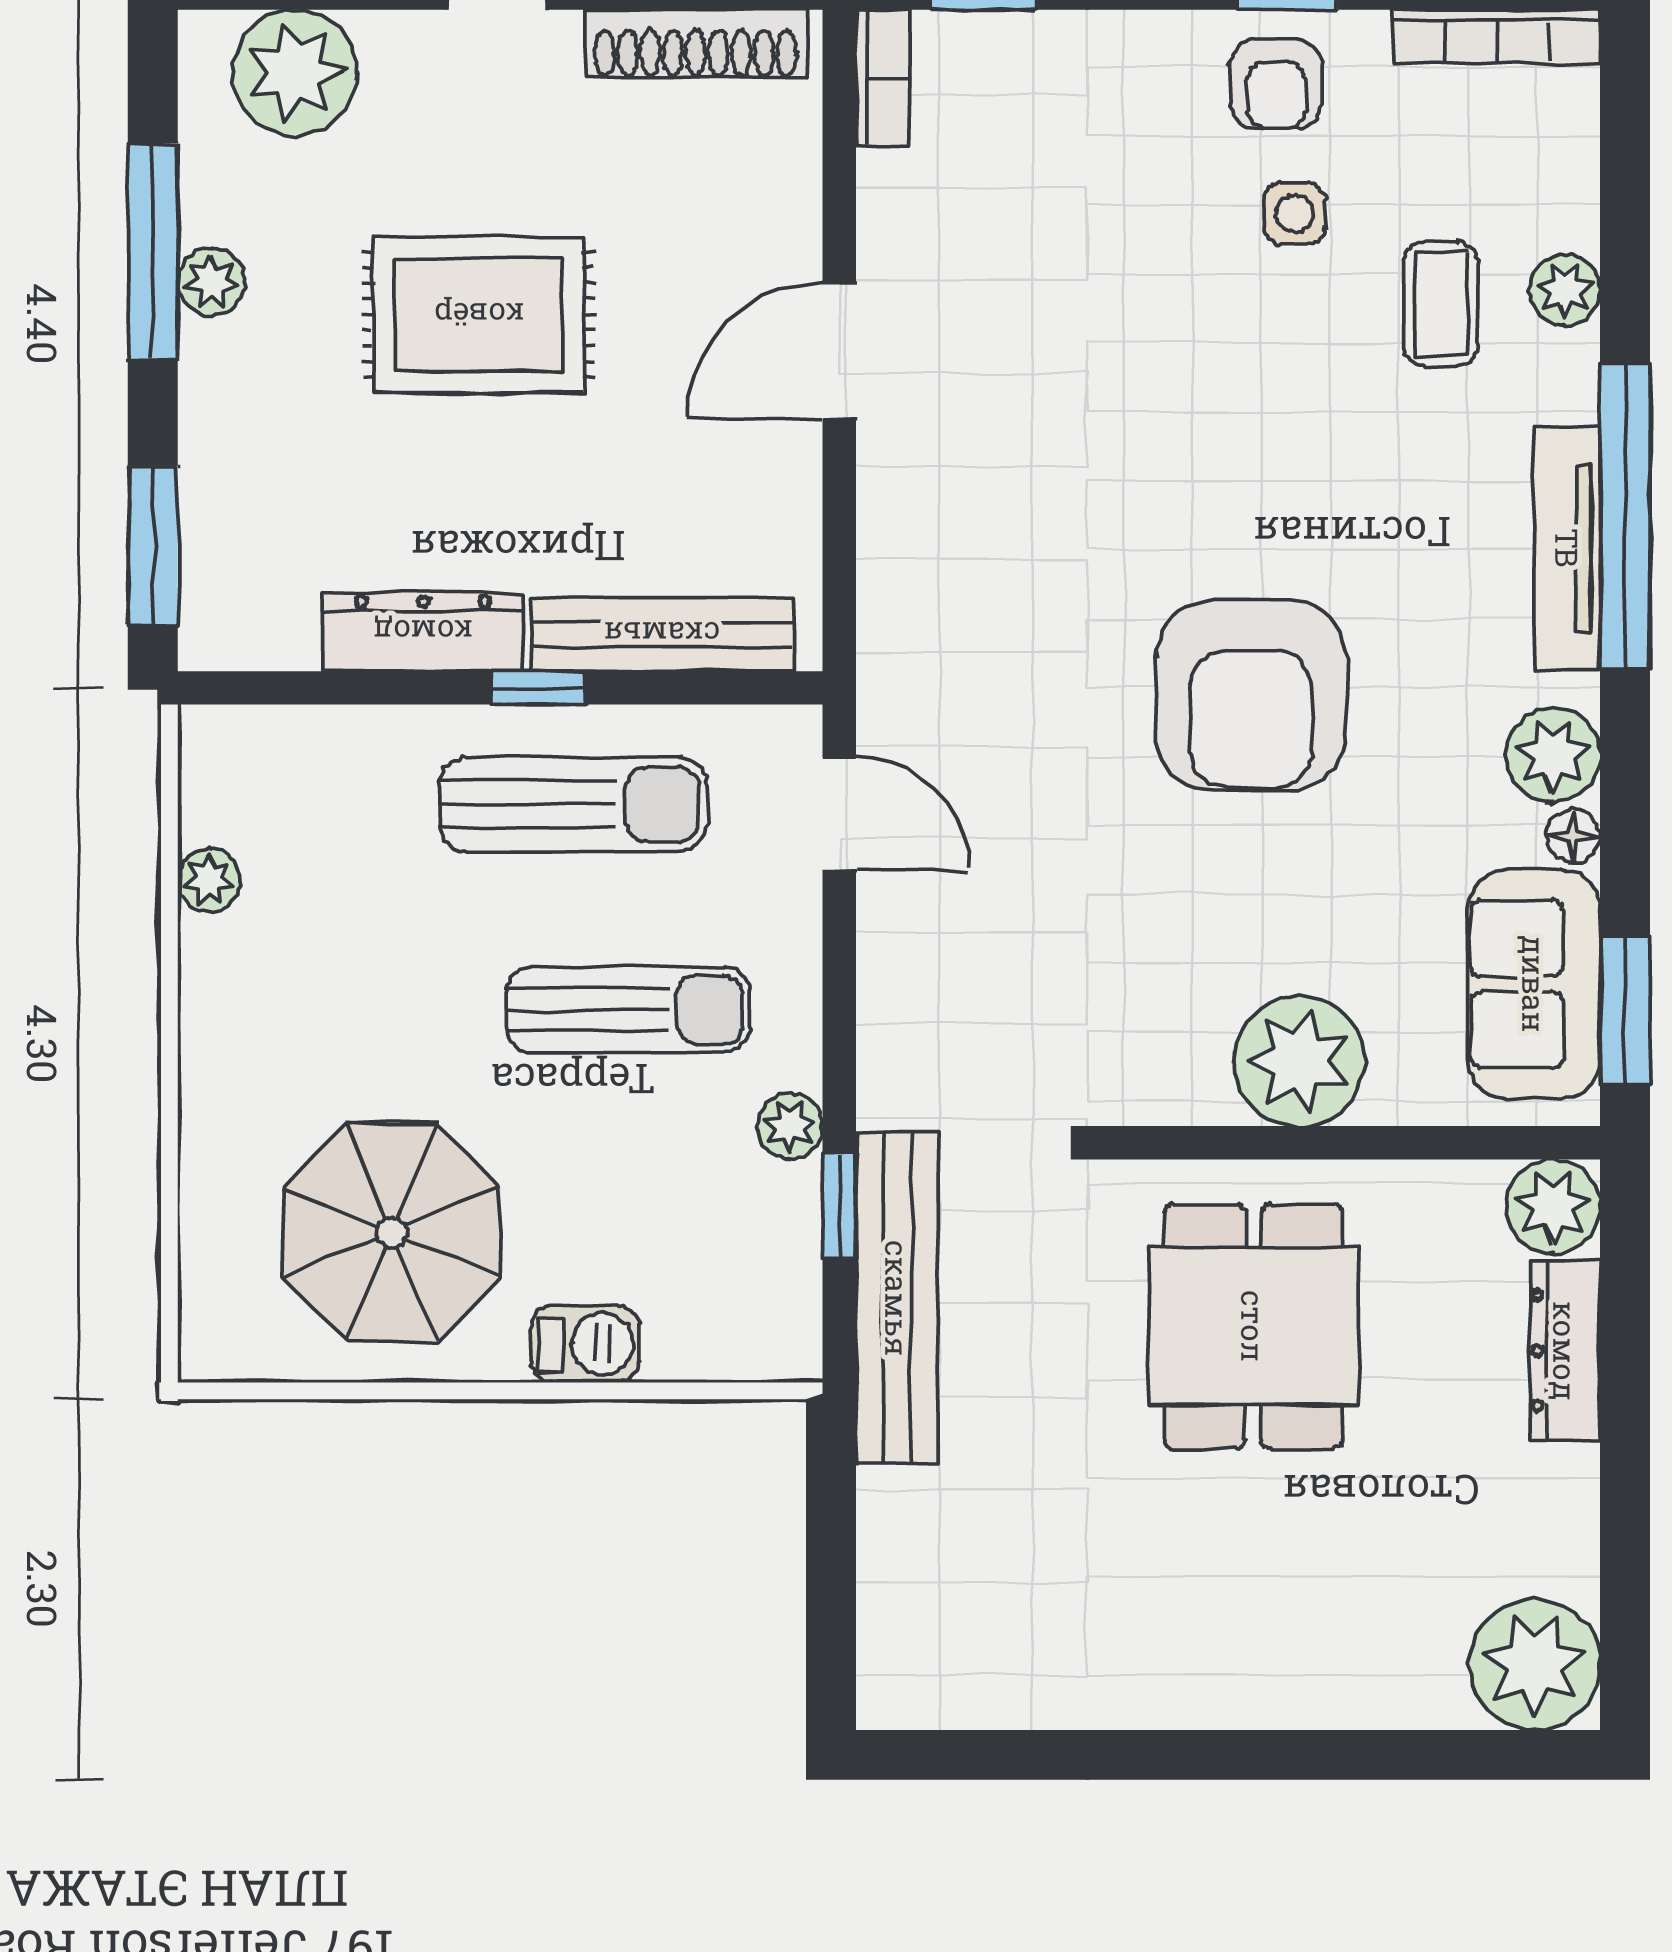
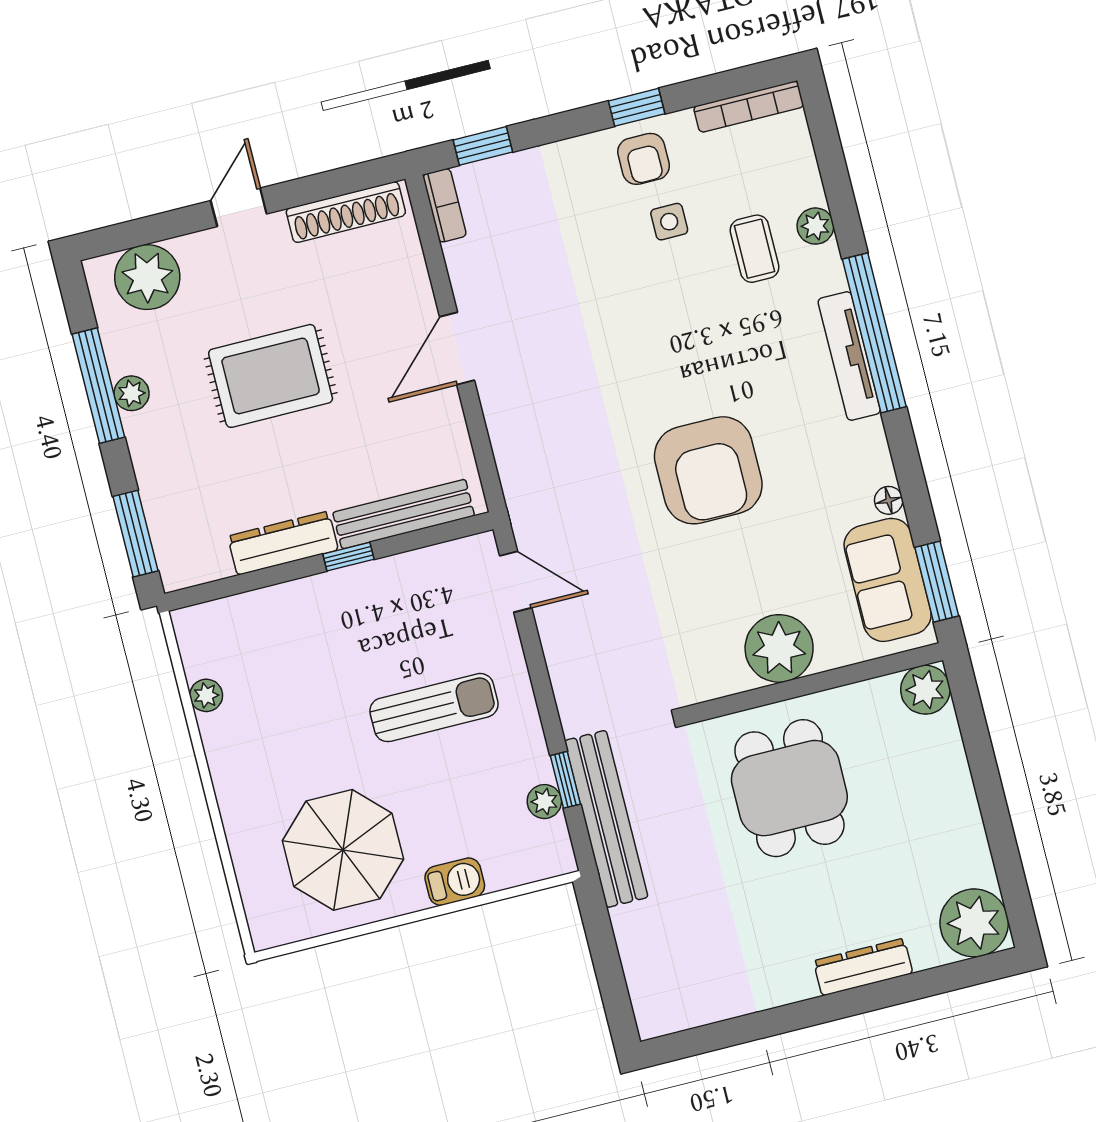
plant: (1553, 755) -> (868, 462), removed
sun lounger: (573, 804) -> (380, 611), removed
plant: (790, 1126) -> (544, 802), moved
dresser: (1565, 1351) -> (863, 967), moved, turned 90

